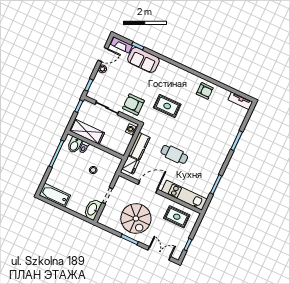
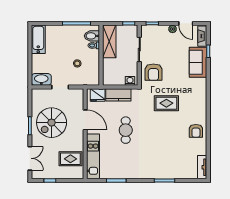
armchair: (133, 105) -> (153, 72), turned 180
rug: (167, 106) -> (166, 103), turned 90
rug: (177, 217) -> (70, 159), turned 90

